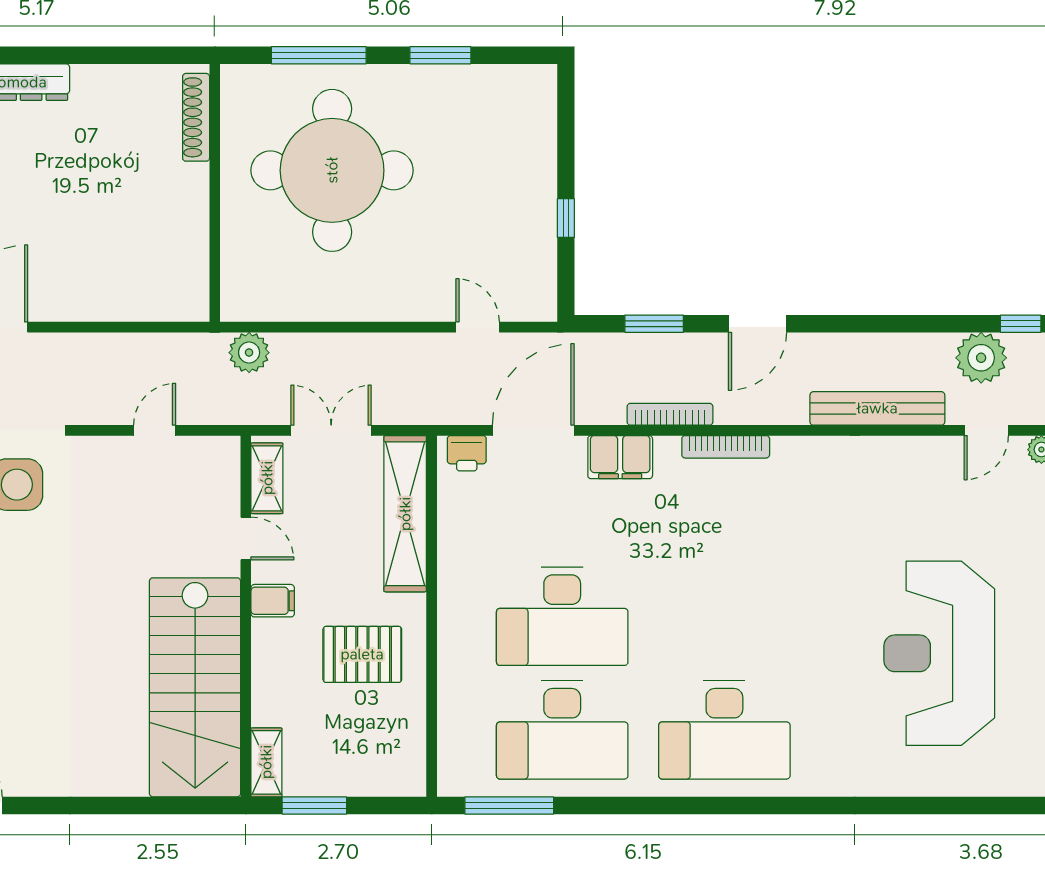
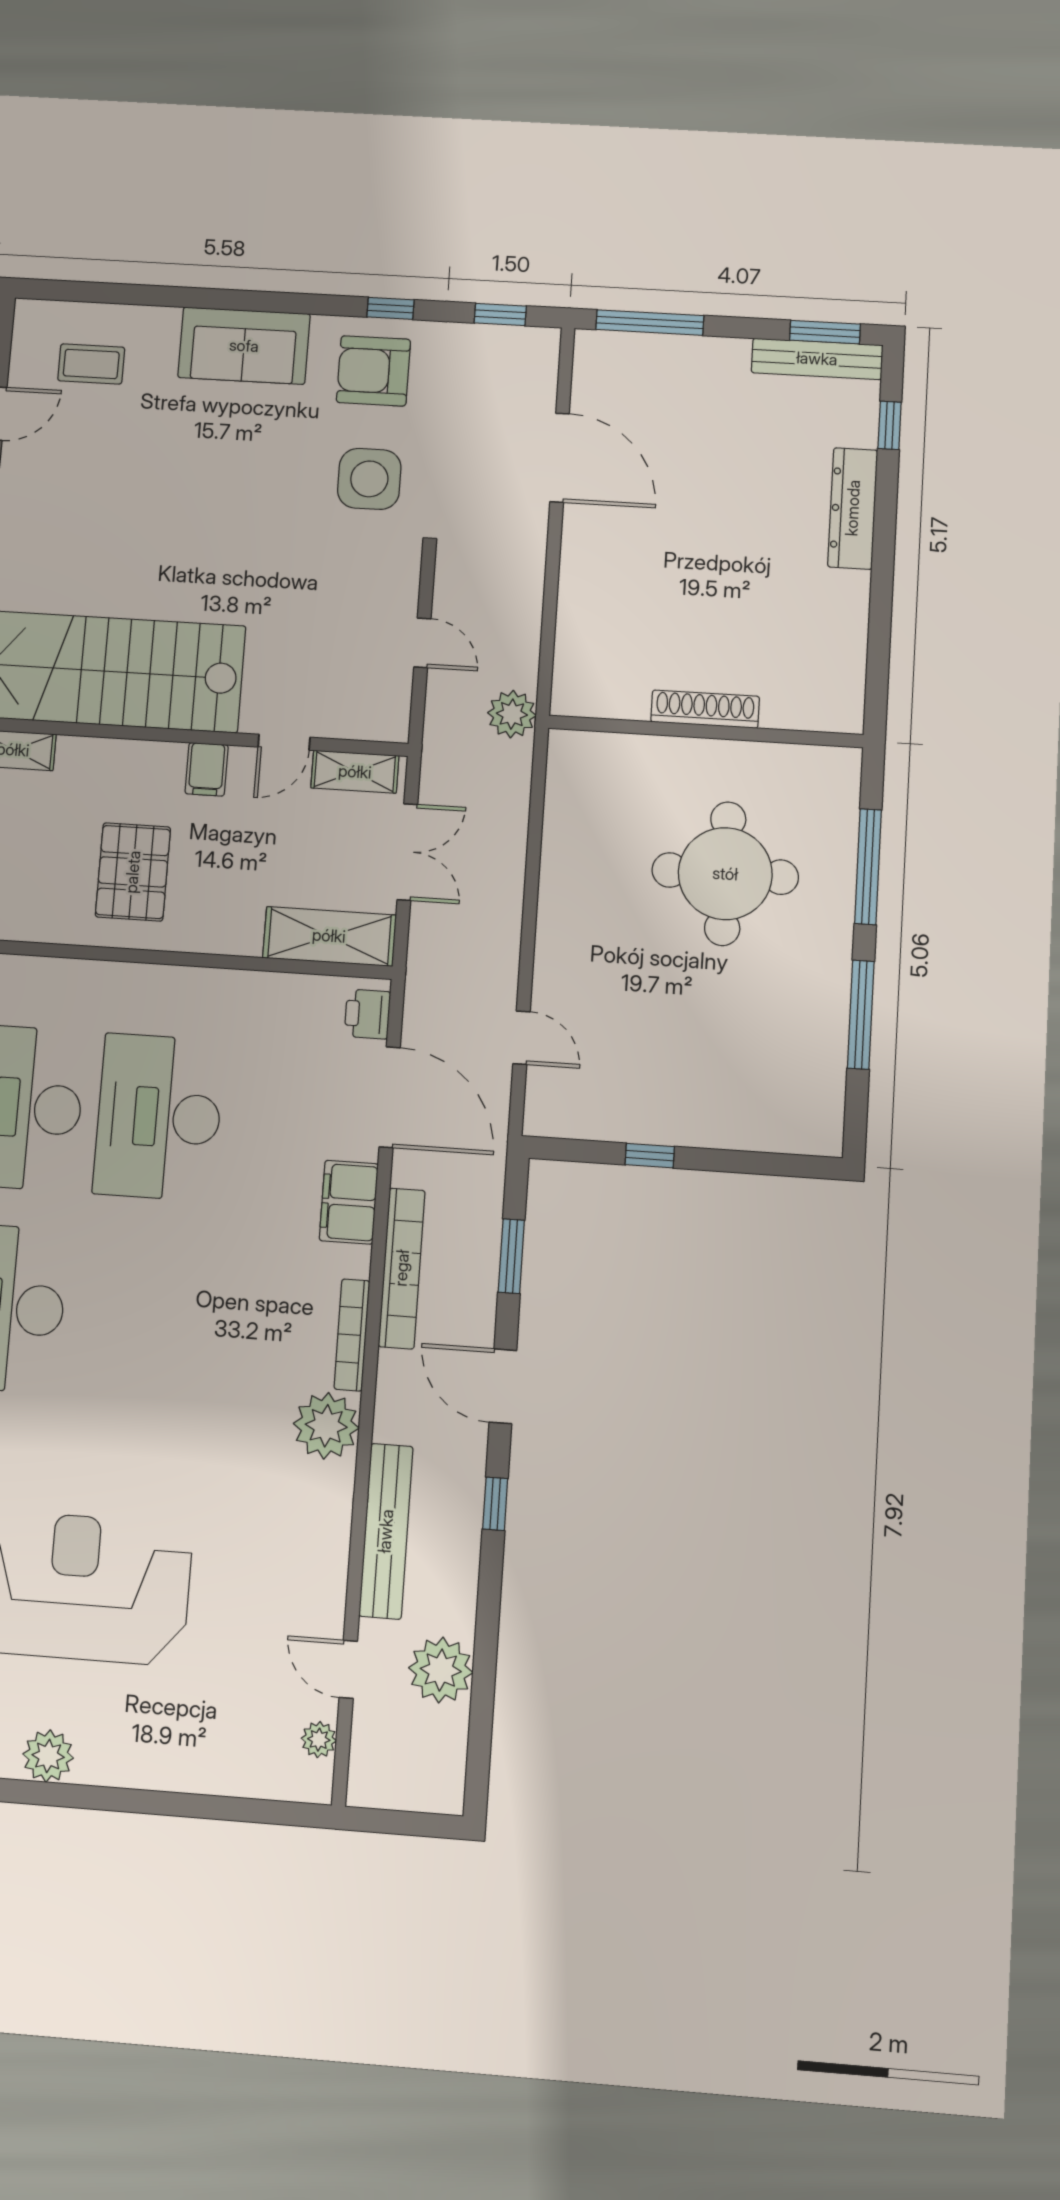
window: (440, 55) -> (861, 1015), width x1.44
shoe rack: (196, 117) -> (705, 709), moved
round table: (332, 170) -> (725, 874), width x0.73, depth x0.73
window: (1021, 324) -> (495, 1504), moved
door: (478, 327) -> (521, 1038), hinge flipped
plant: (249, 353) -> (512, 714), moved
bookcase: (670, 414) -> (402, 1268), width x1.48, depth x1.31
plant: (799, 462) -> (326, 1426), added
shelving: (405, 514) -> (329, 936), width x0.68

